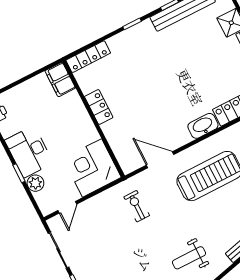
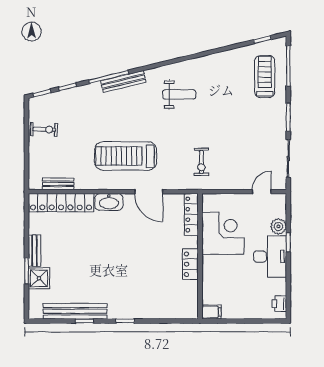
locker: (88, 57) -> (191, 214), moved, turned -90
filing cabinet: (60, 79) -> (211, 312), width x0.50
door: (160, 160) -> (149, 192), moved
corner desk: (92, 168) -> (223, 233), moved, turned -90

